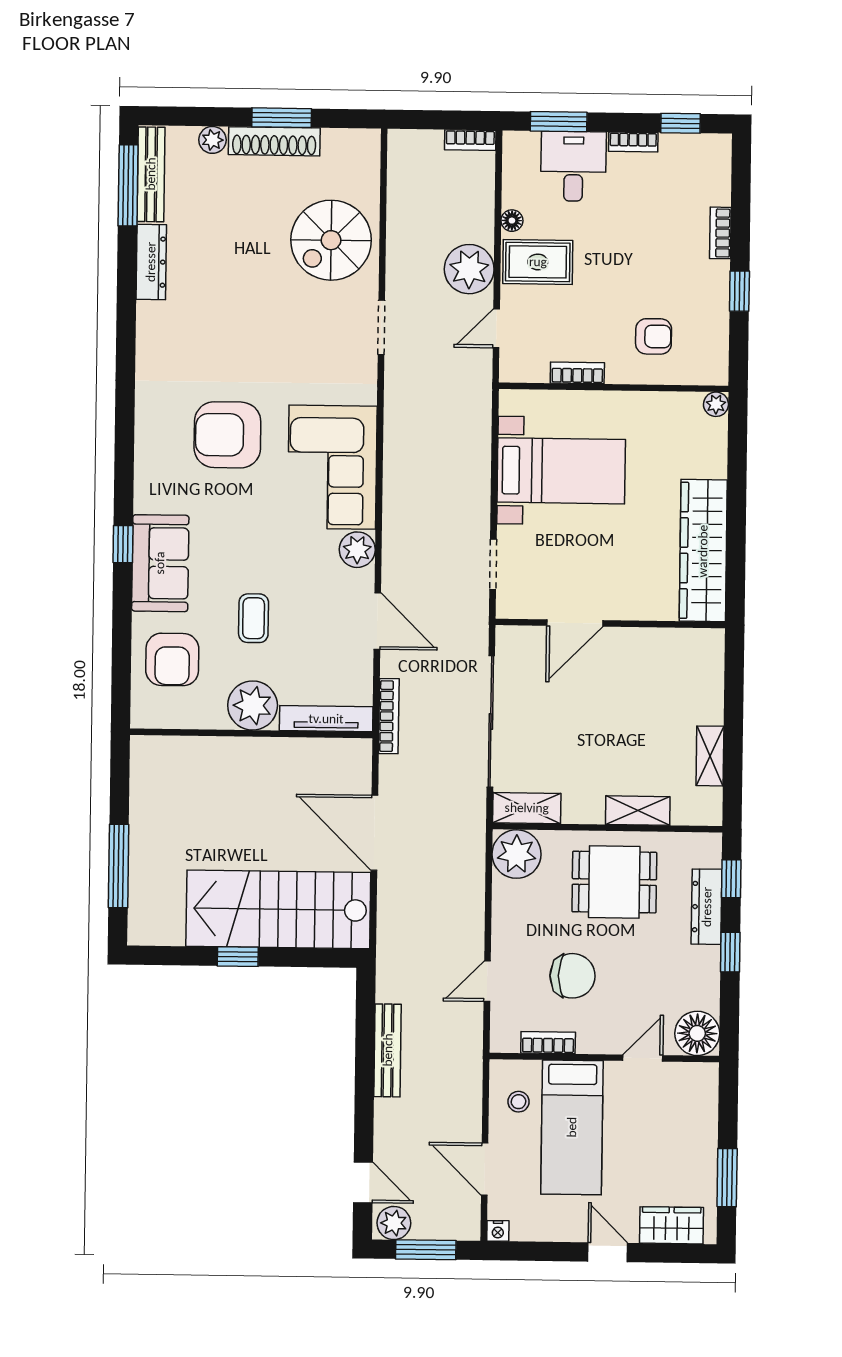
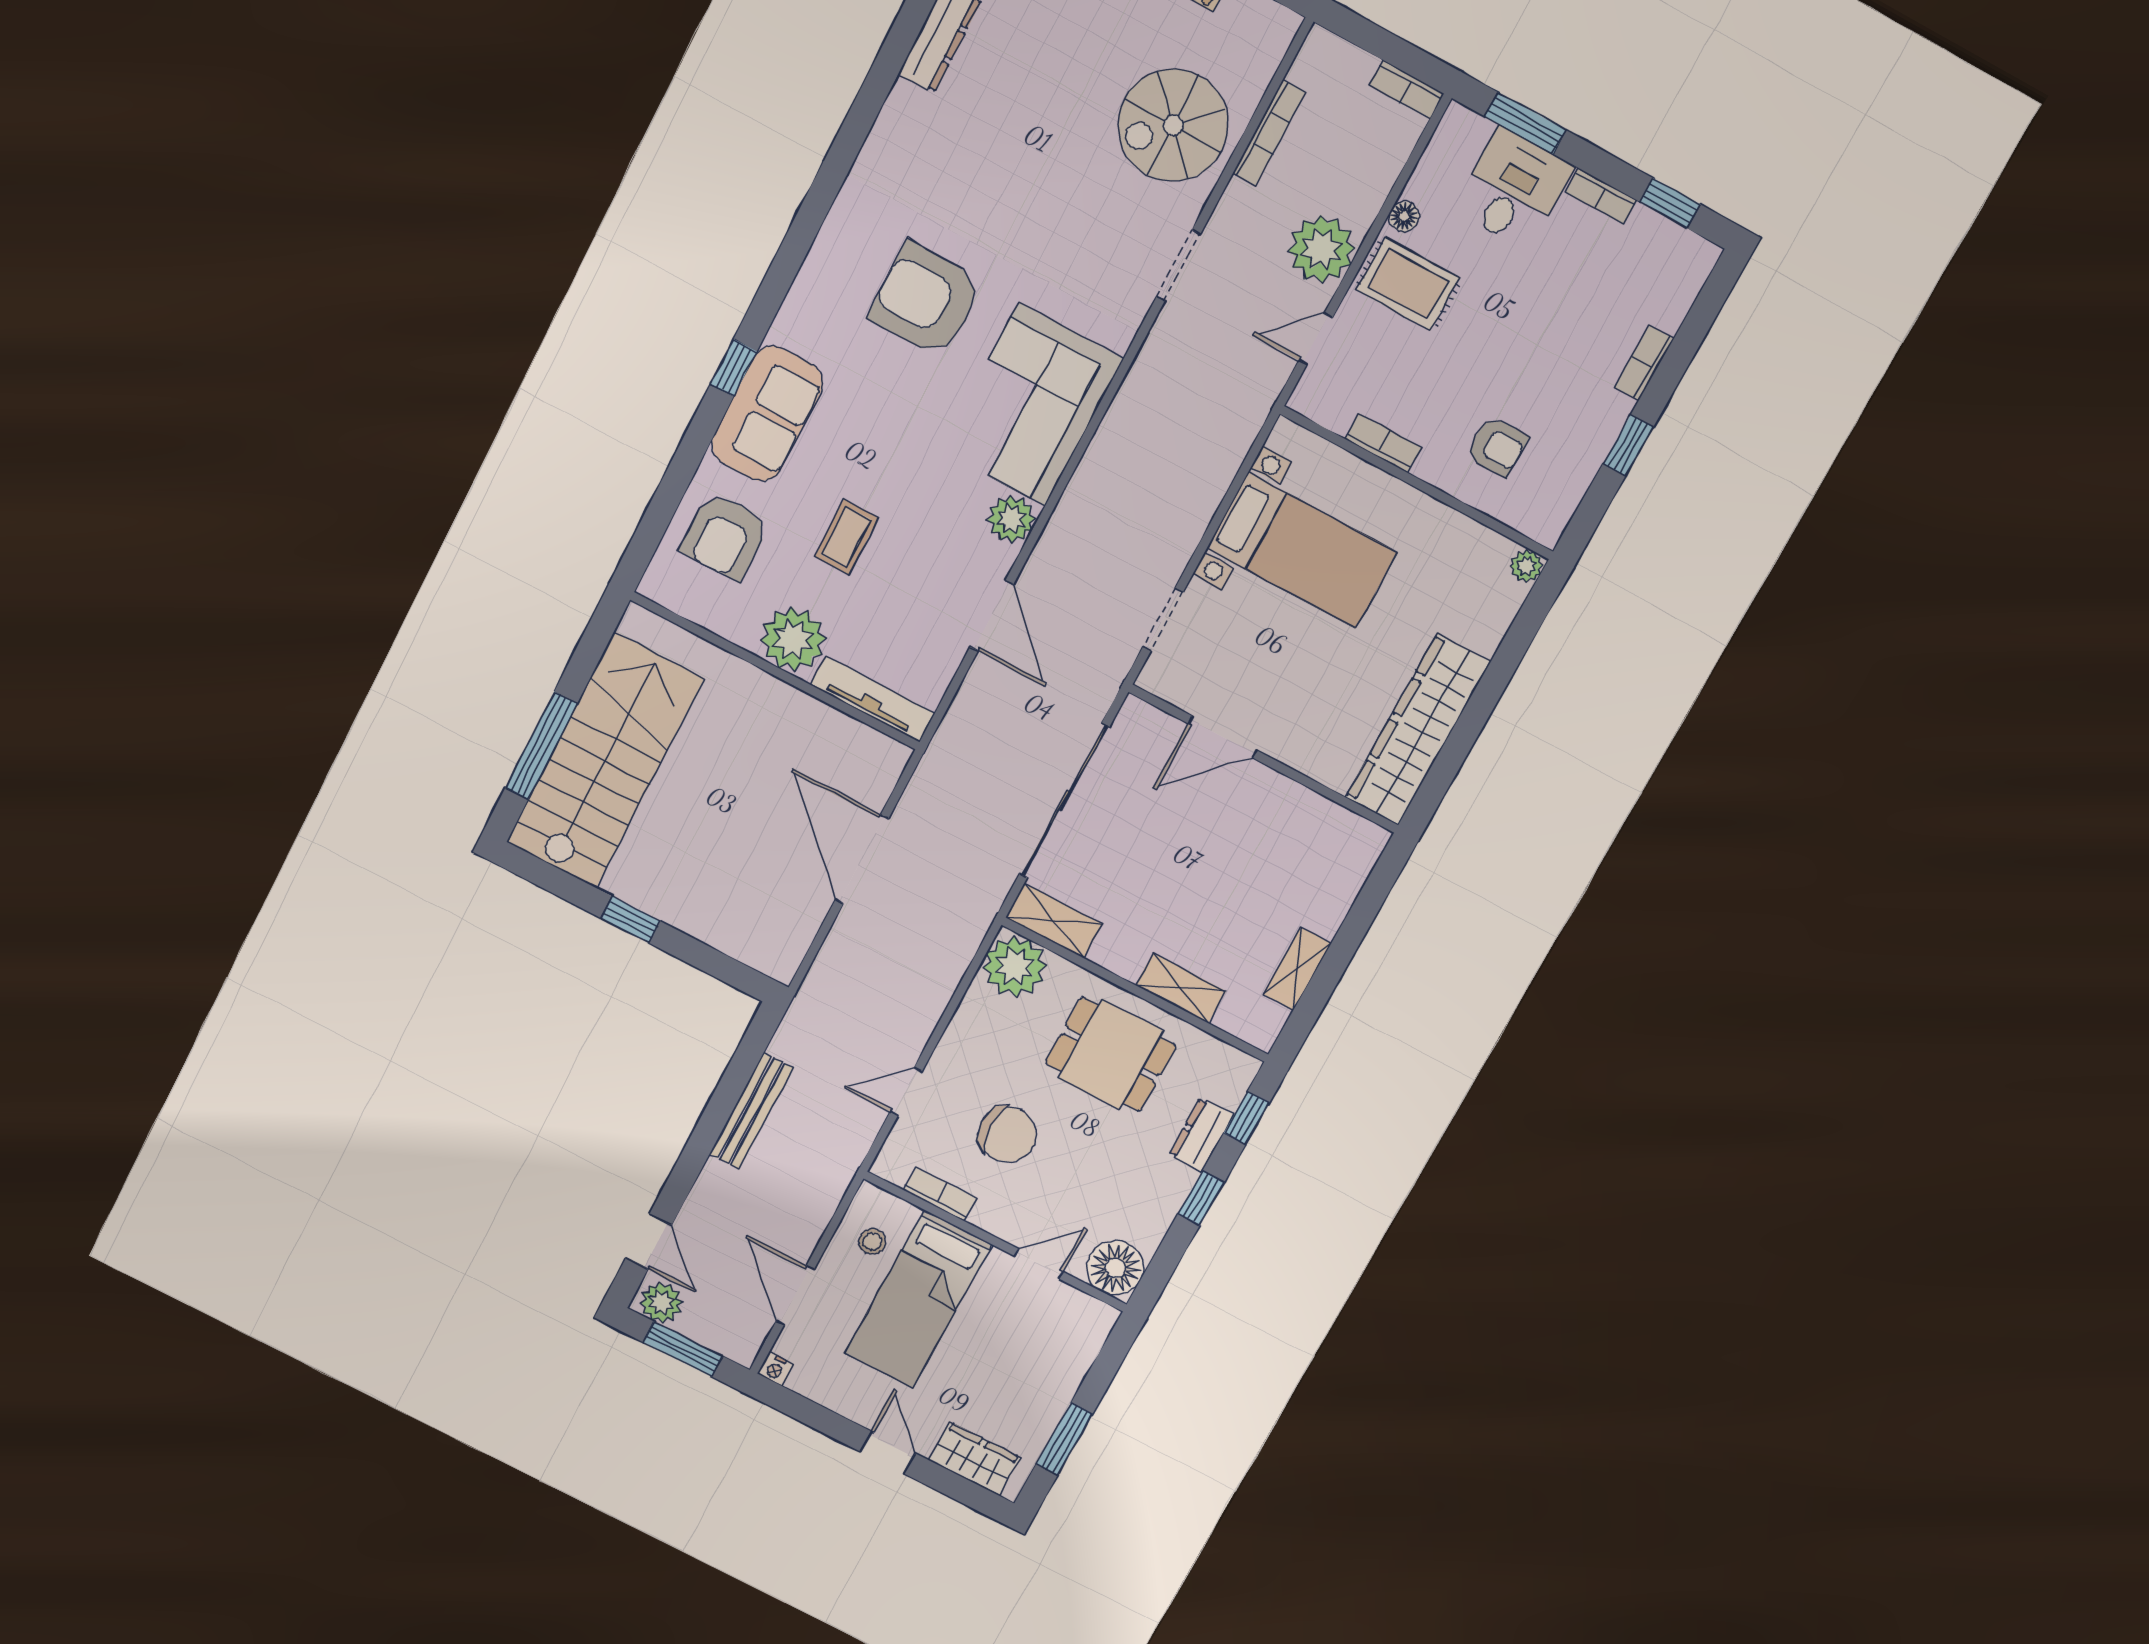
bookcase: (389, 716) -> (1269, 133), moved
dresser: (707, 907) -> (1201, 1135), width x0.70
stairs: (278, 909) -> (605, 761), moved, turned 90

